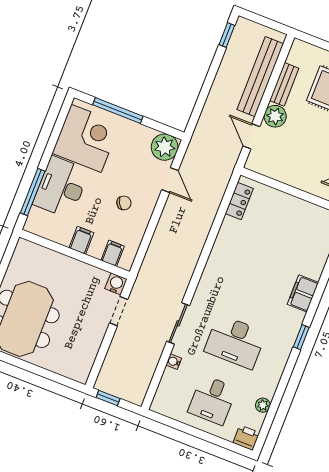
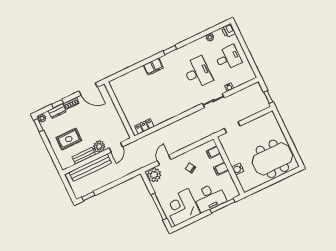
water cooler: (116, 284) -> (238, 169), moved

